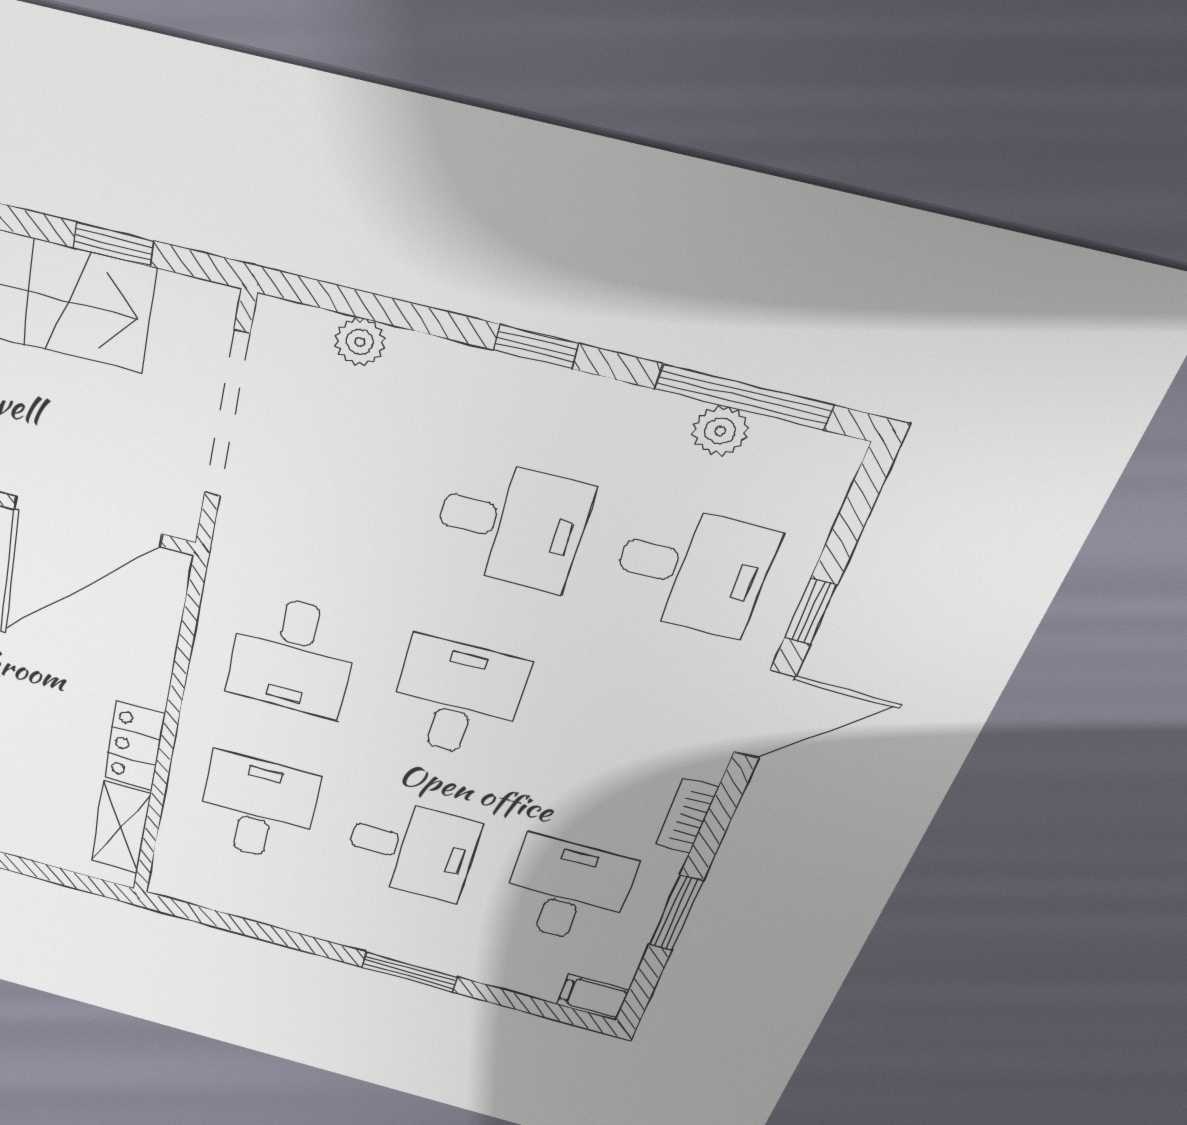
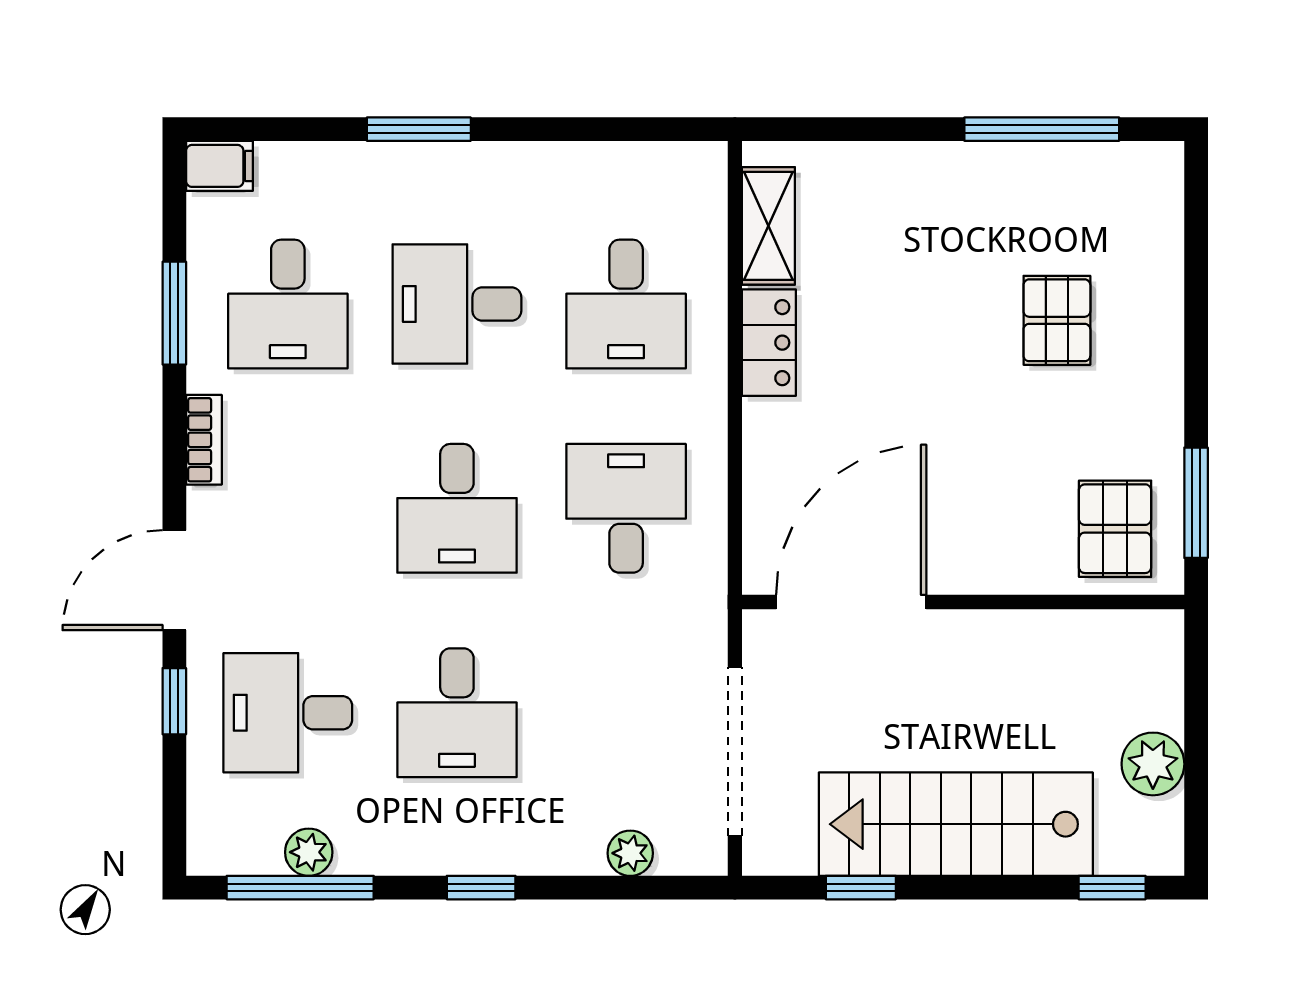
desk: (511, 525) -> (457, 713), turned -90

